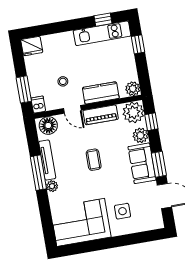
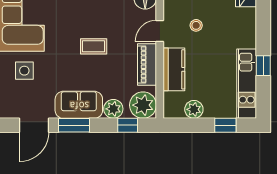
window: (103, 20) -> (263, 66), moved
plant: (133, 89) -> (194, 109), moved

